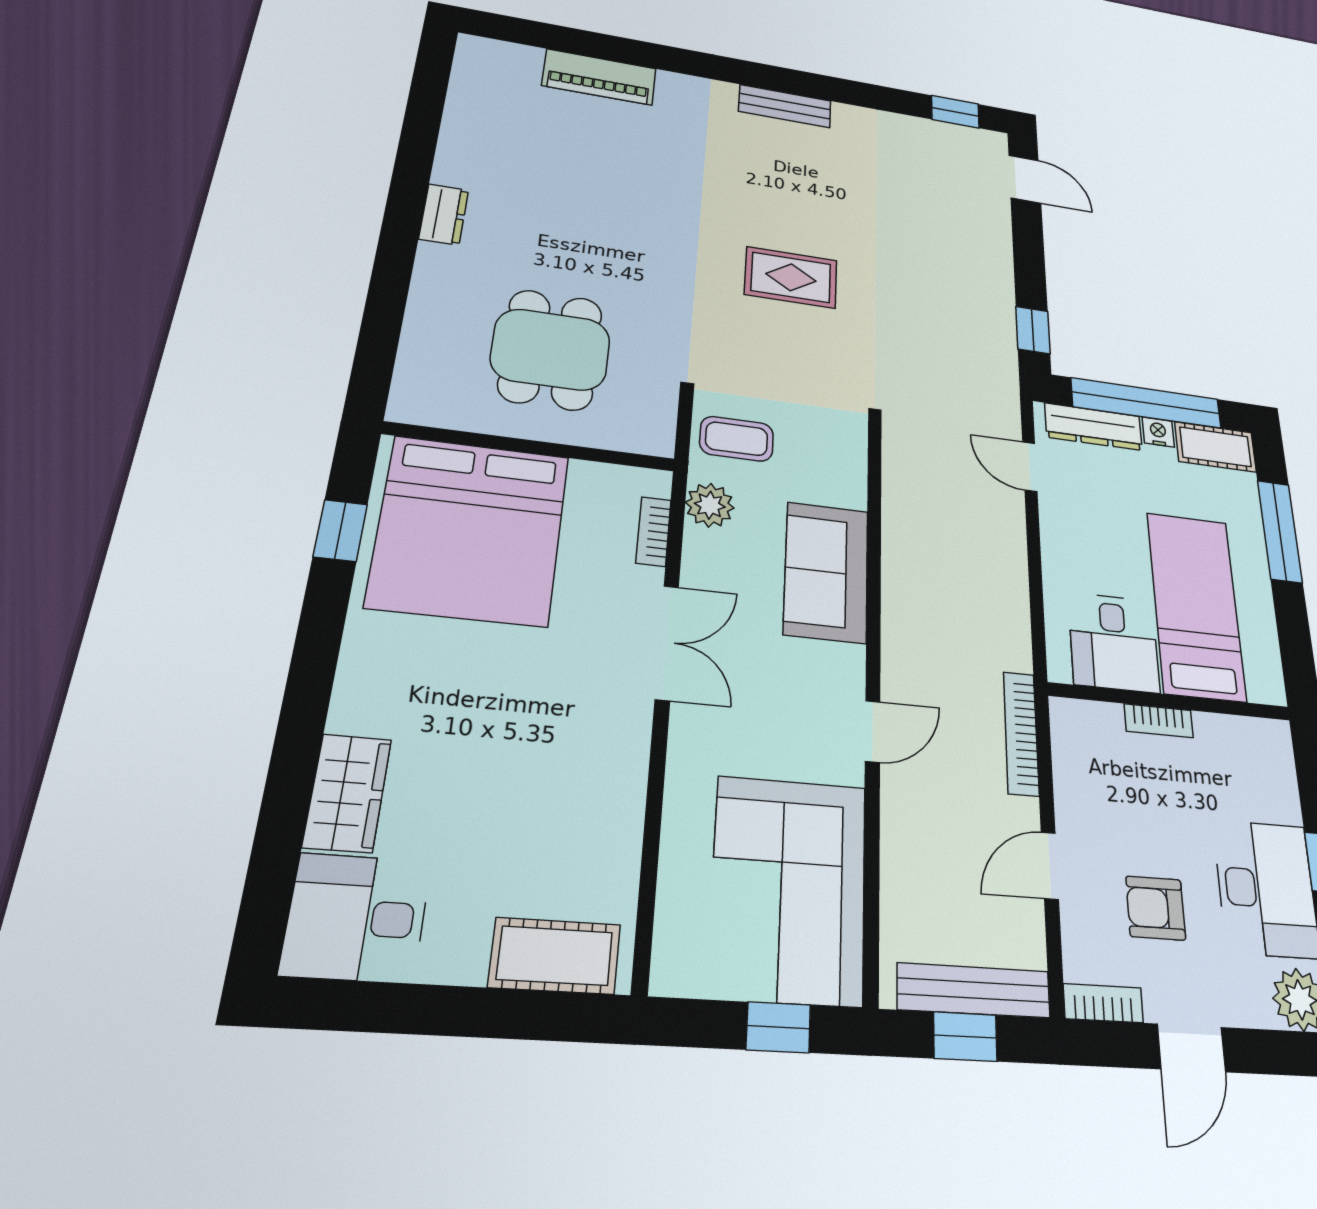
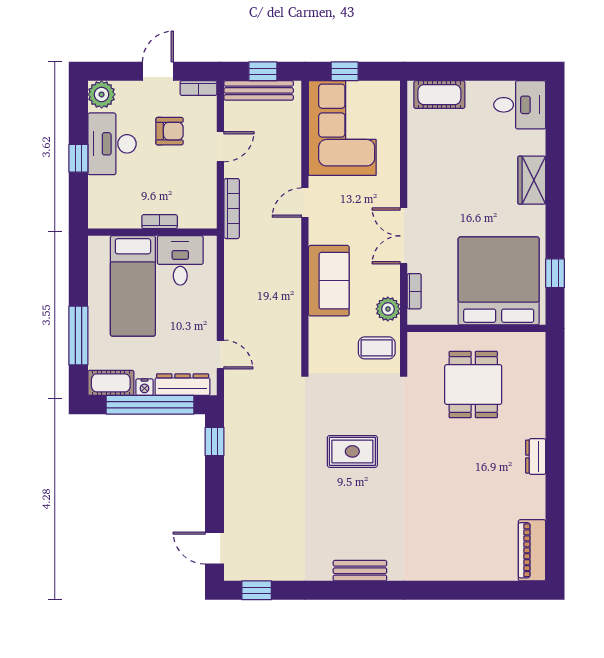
piano: (599, 77) -> (532, 550), moved, turned -90
wardrobe: (347, 793) -> (532, 180), moved

